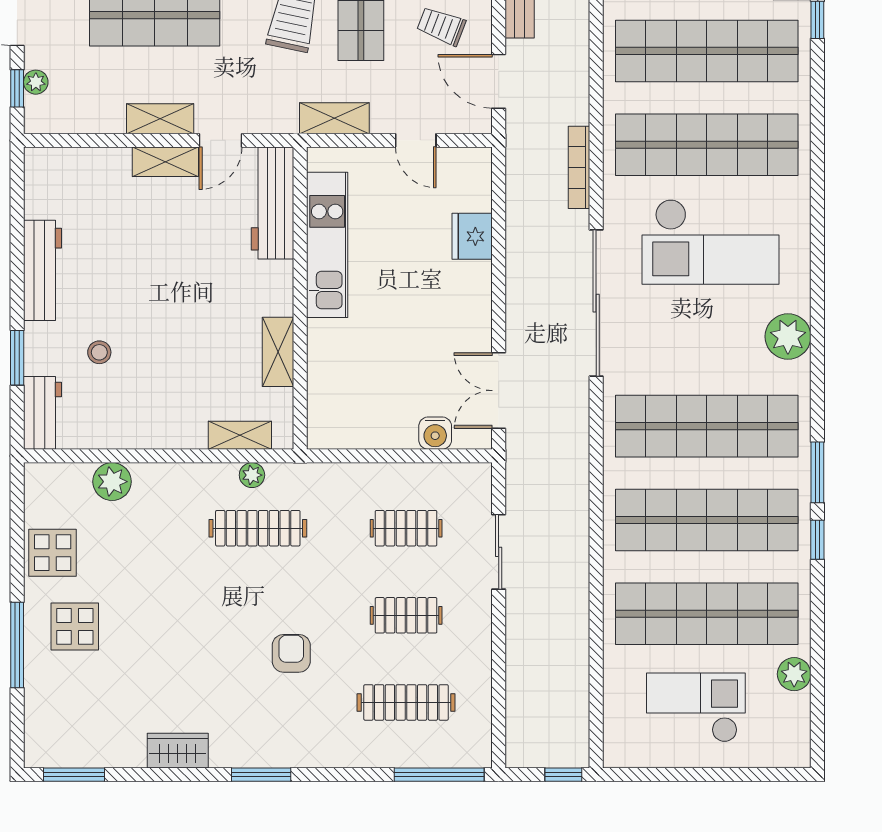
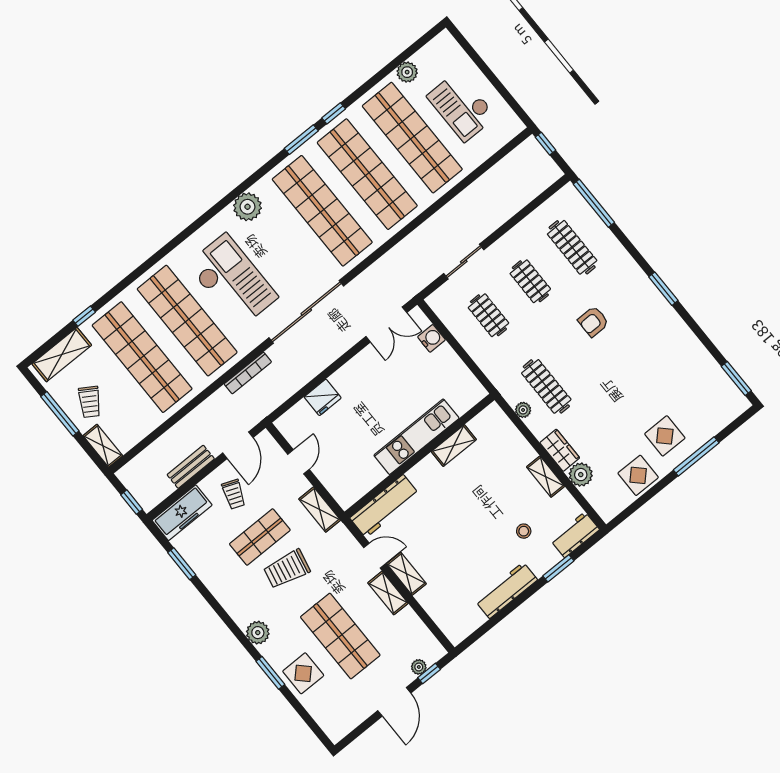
kitchen unit: (327, 245) -> (416, 437), moved
shelving: (240, 435) -> (546, 477), moved
wardrobe: (178, 751) -> (560, 450), moved, turned 180

